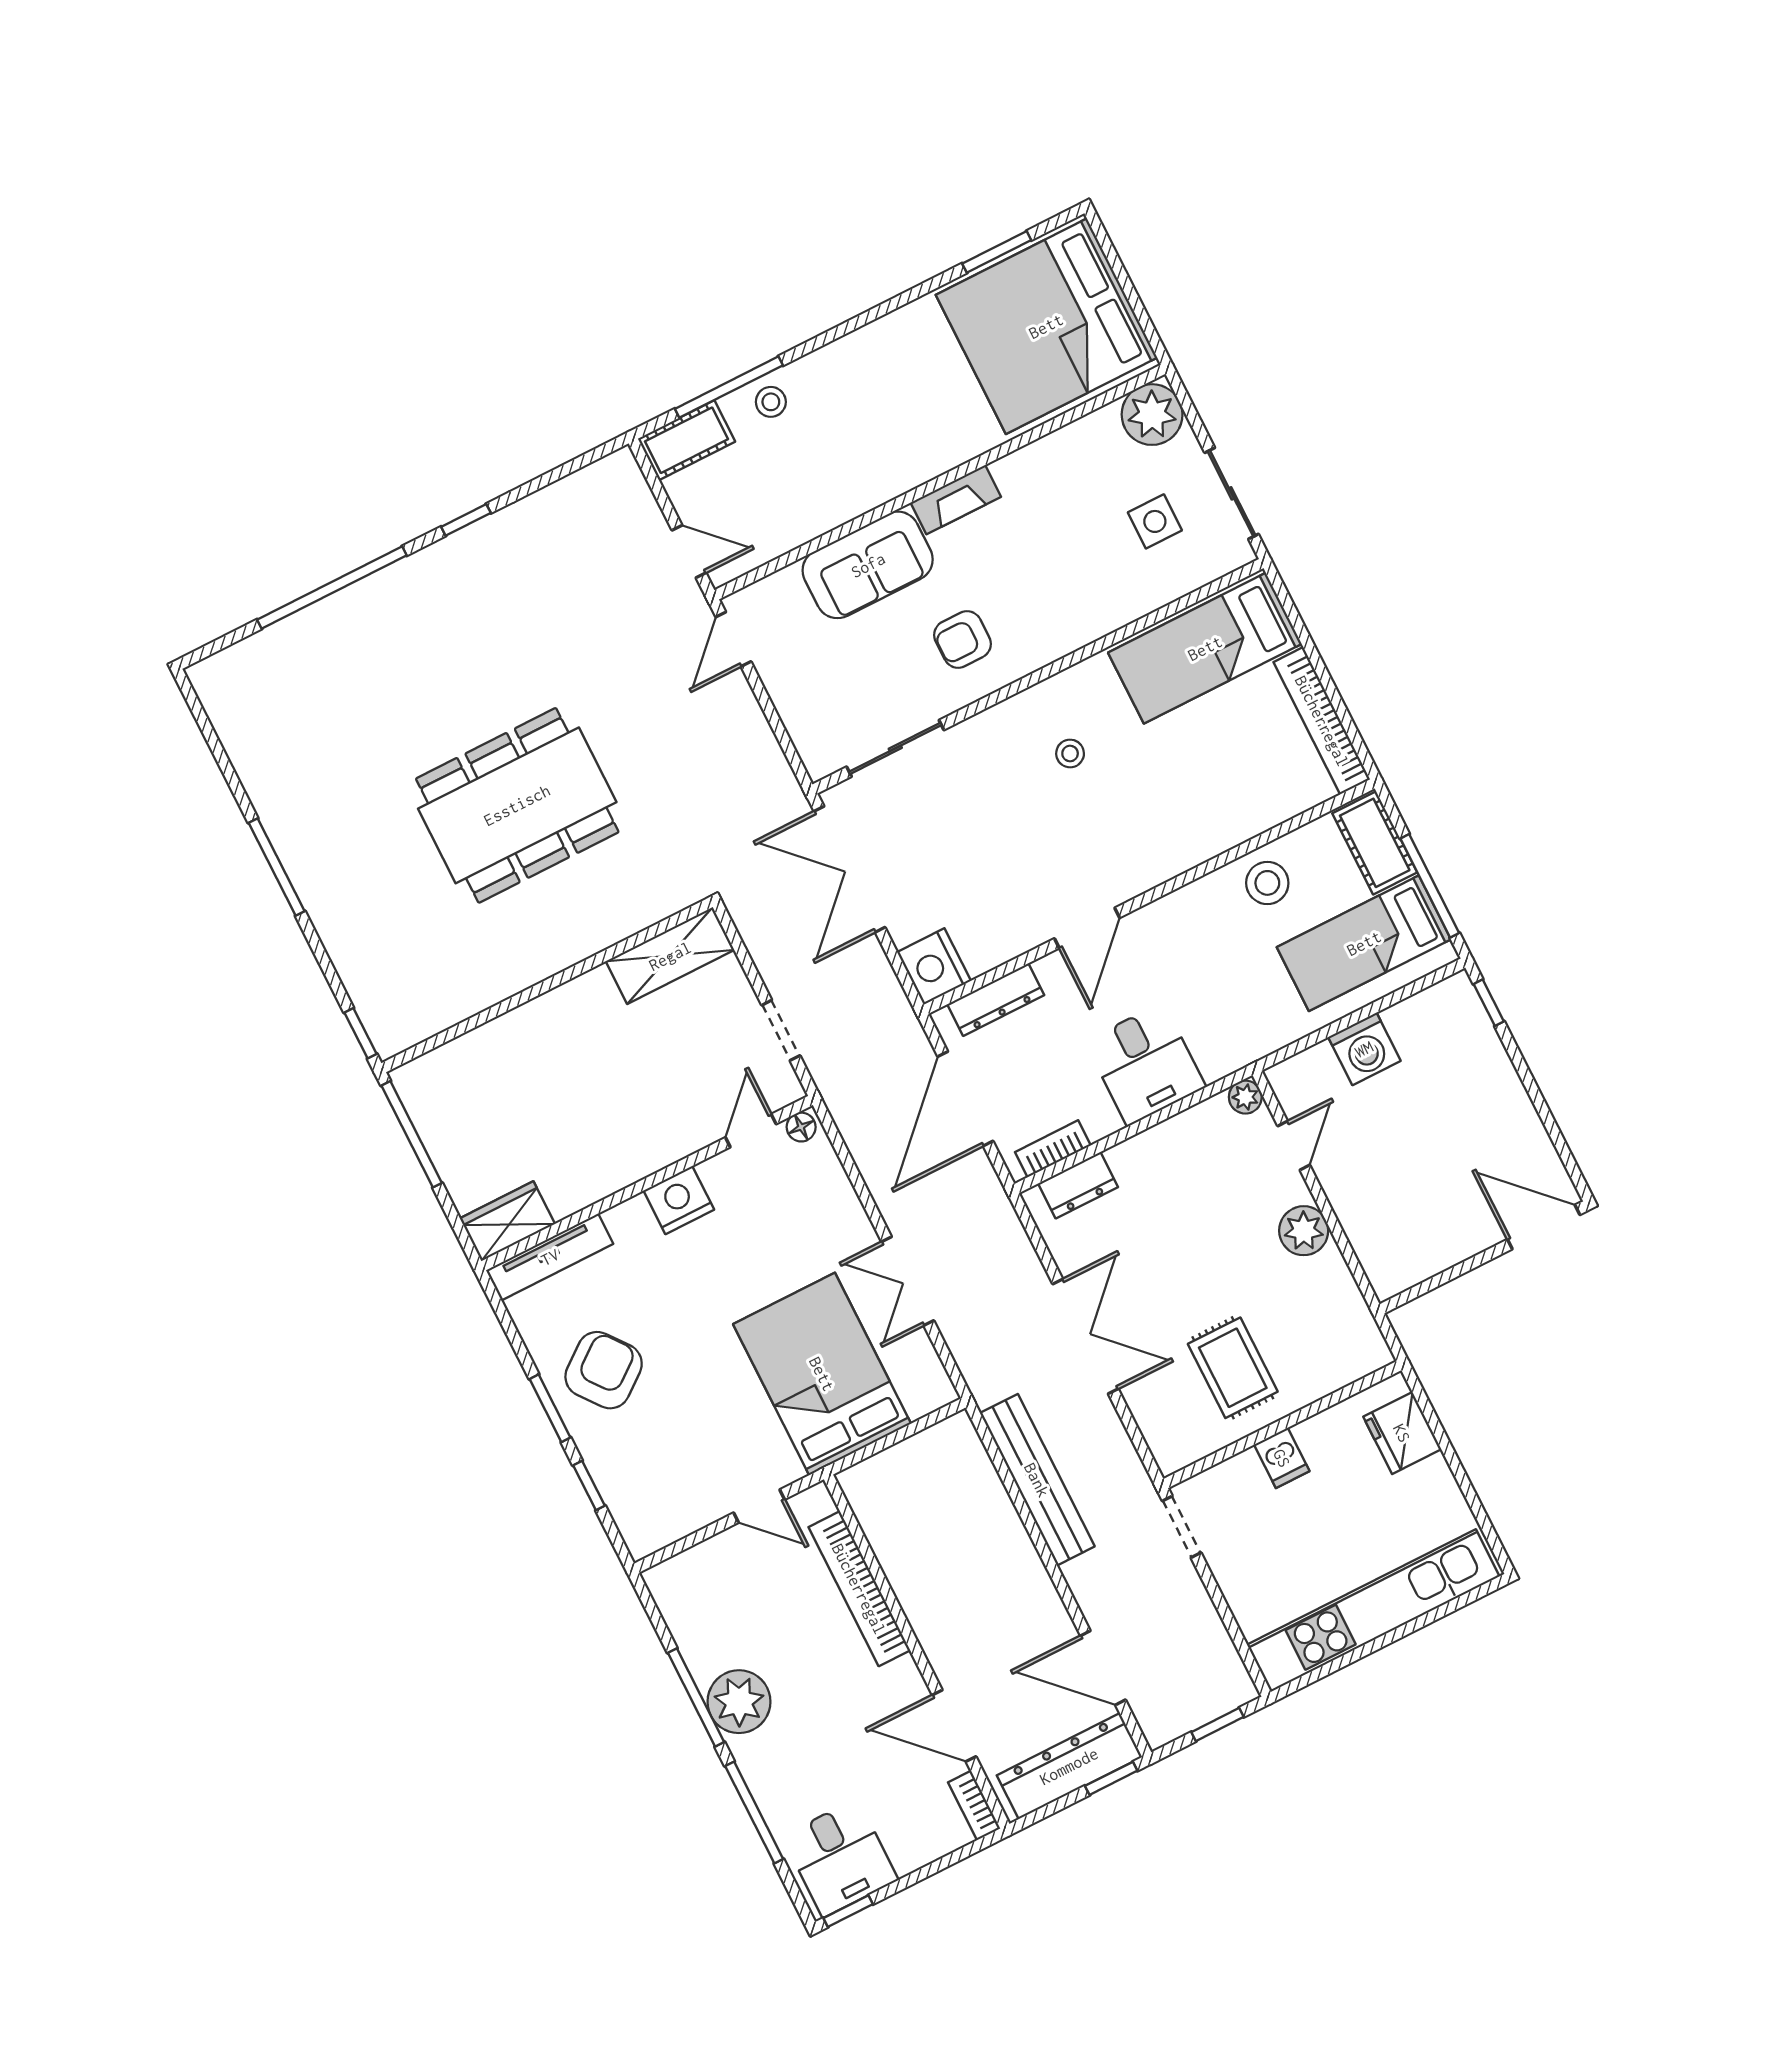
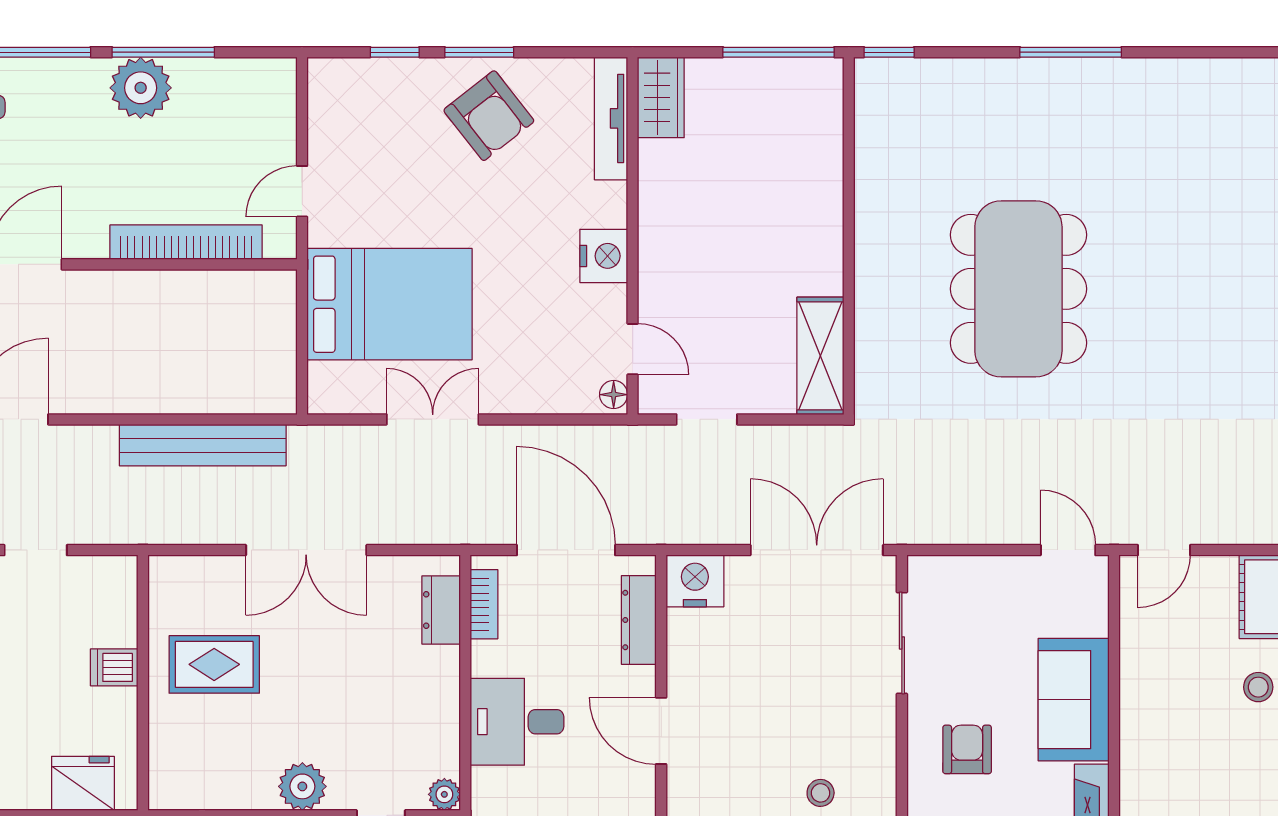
doorway: (1182, 1527) -> (36, 550), moved

